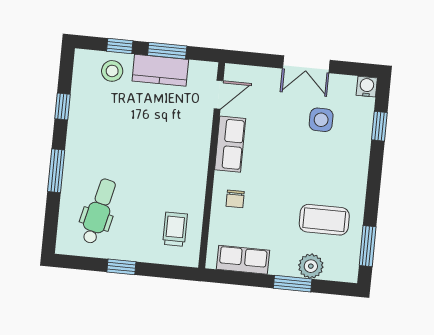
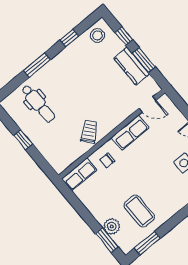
stool: (112, 71) -> (97, 35), moved
dental chair: (99, 211) -> (38, 104), turned 77
trolley: (175, 229) -> (89, 132), moved, turned -40
row of seats: (243, 260) -> (79, 174), moved, turned 90
window: (293, 284) -> (107, 240), moved

